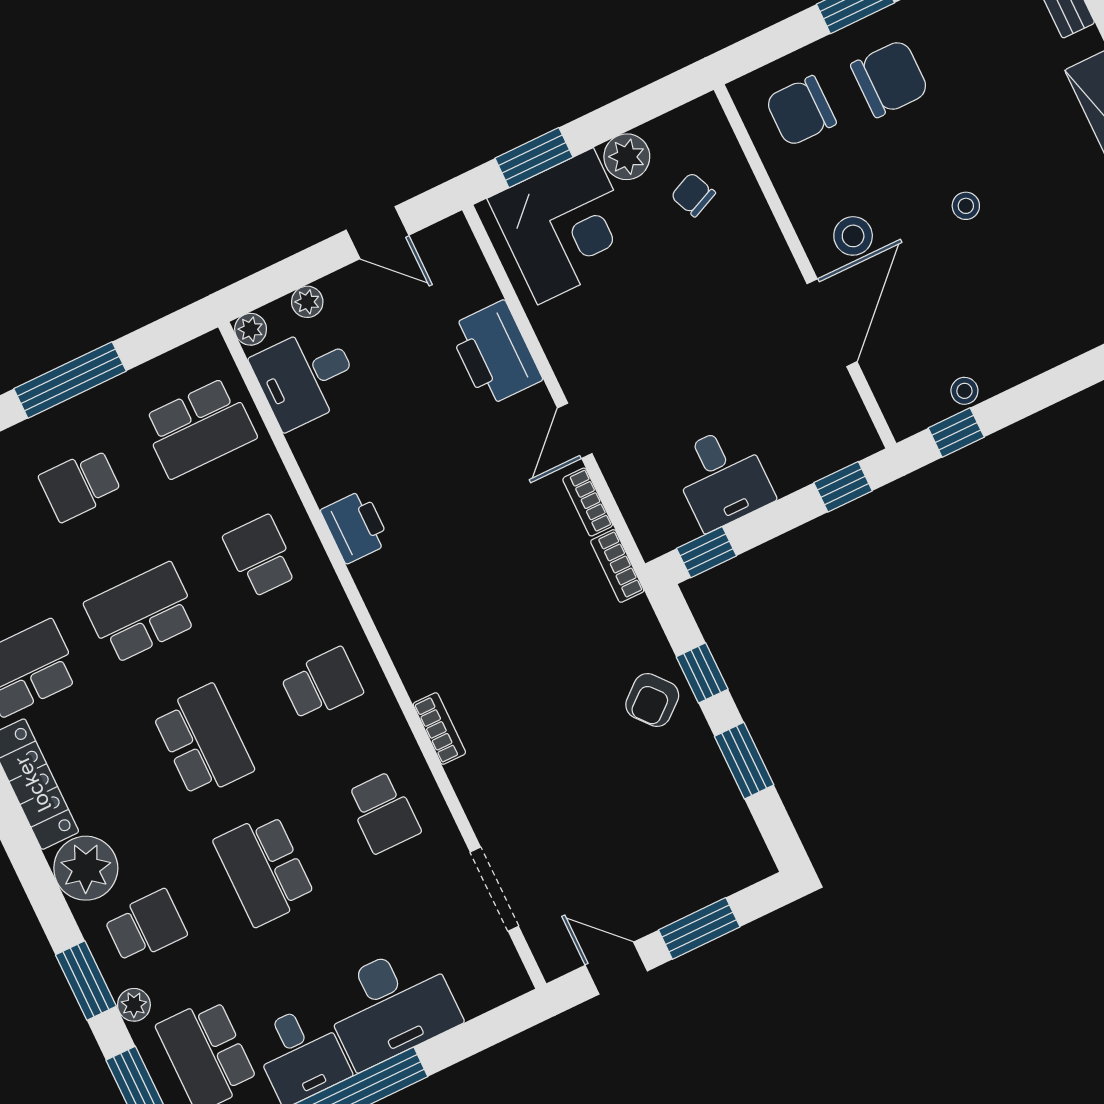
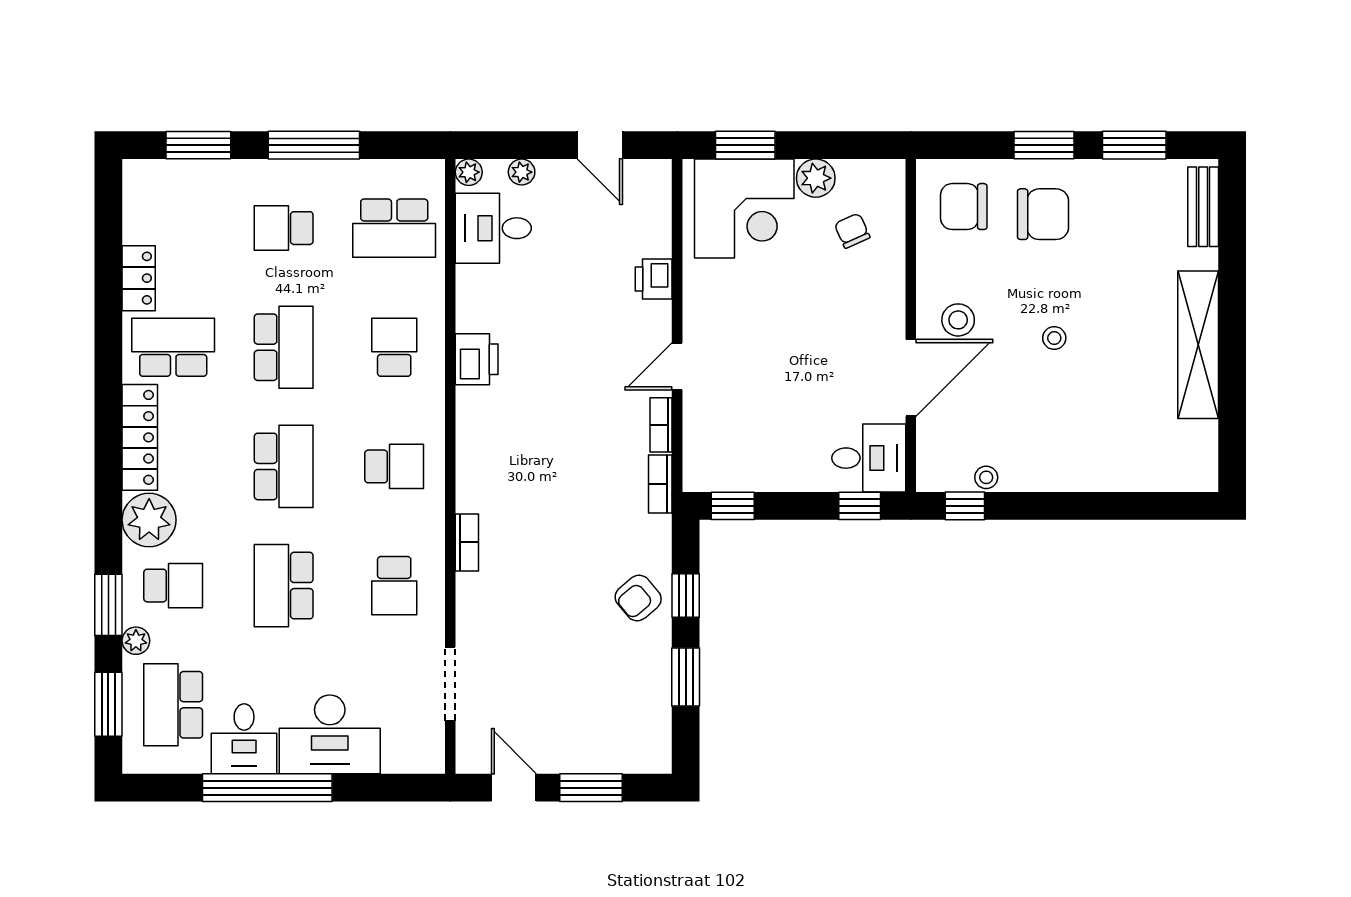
printer: (495, 353) -> (654, 279), width x0.53, depth x0.68
desk: (722, 478) -> (869, 458), moved, turned -90
school desk: (142, 613) -> (284, 347), turned 90

